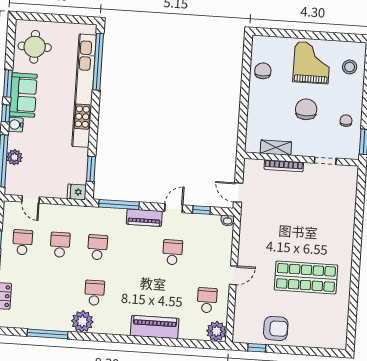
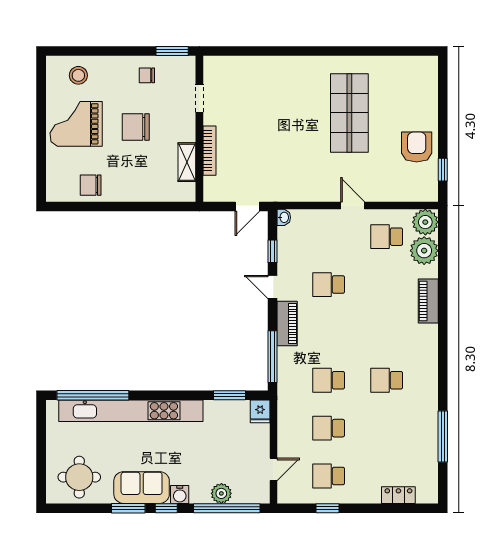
plant: (82, 321) -> (424, 251), moved
piano: (155, 327) -> (428, 301), width x0.73, depth x0.75

